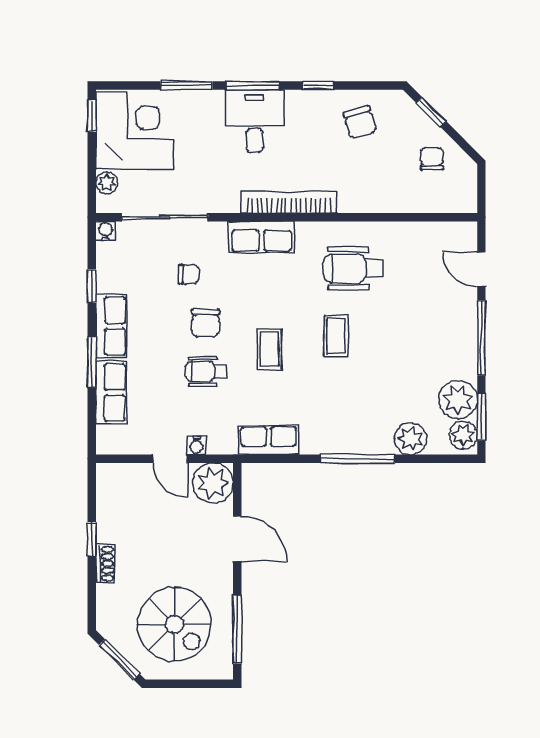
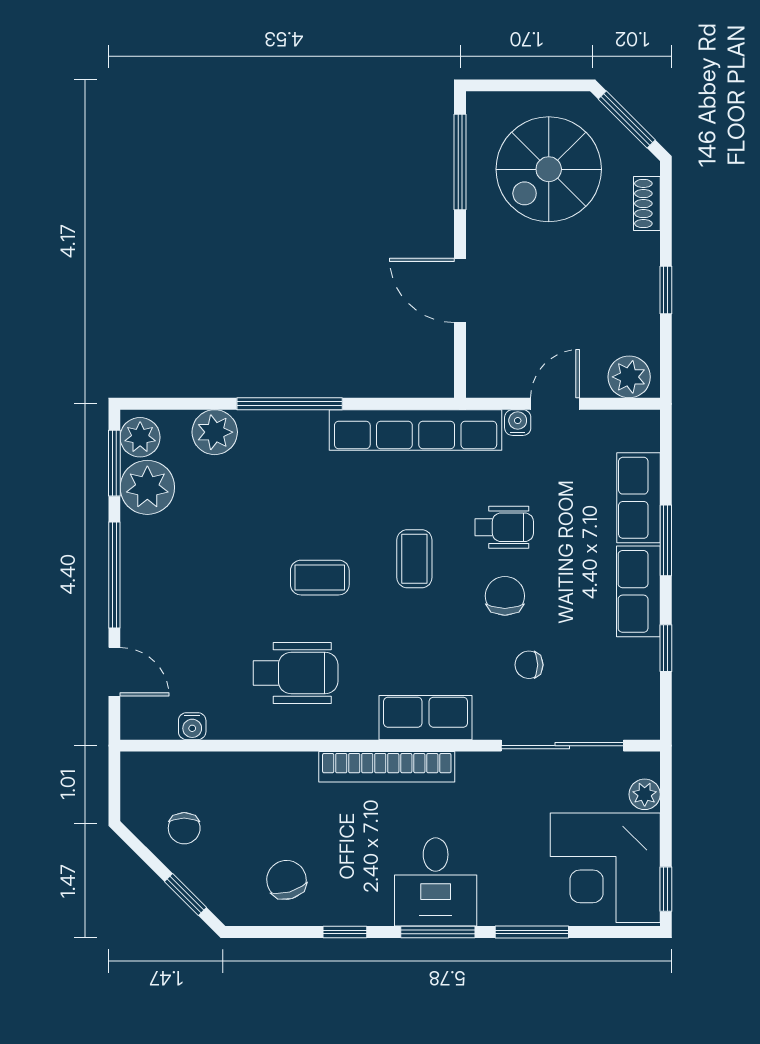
water cooler: (106, 231) -> (192, 726), moved
coffee table: (336, 336) -> (320, 578), turned 90
row of seats: (269, 440) -> (416, 430), width x2.02
door: (170, 459) -> (555, 404), hinge flipped
plant: (213, 483) -> (629, 377), moved, width x0.73, depth x0.73
shoe rack: (105, 564) -> (647, 204), moved
spiral stairs: (175, 624) -> (549, 169), turned -90

